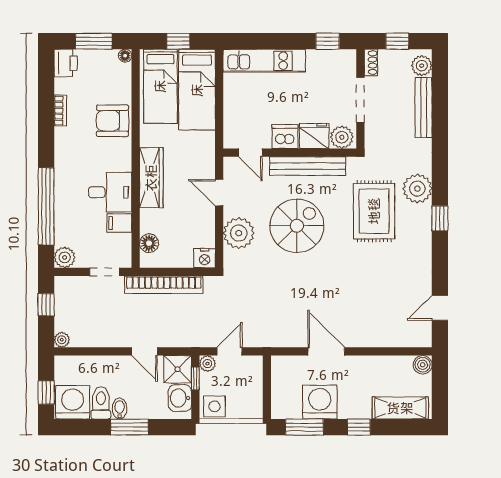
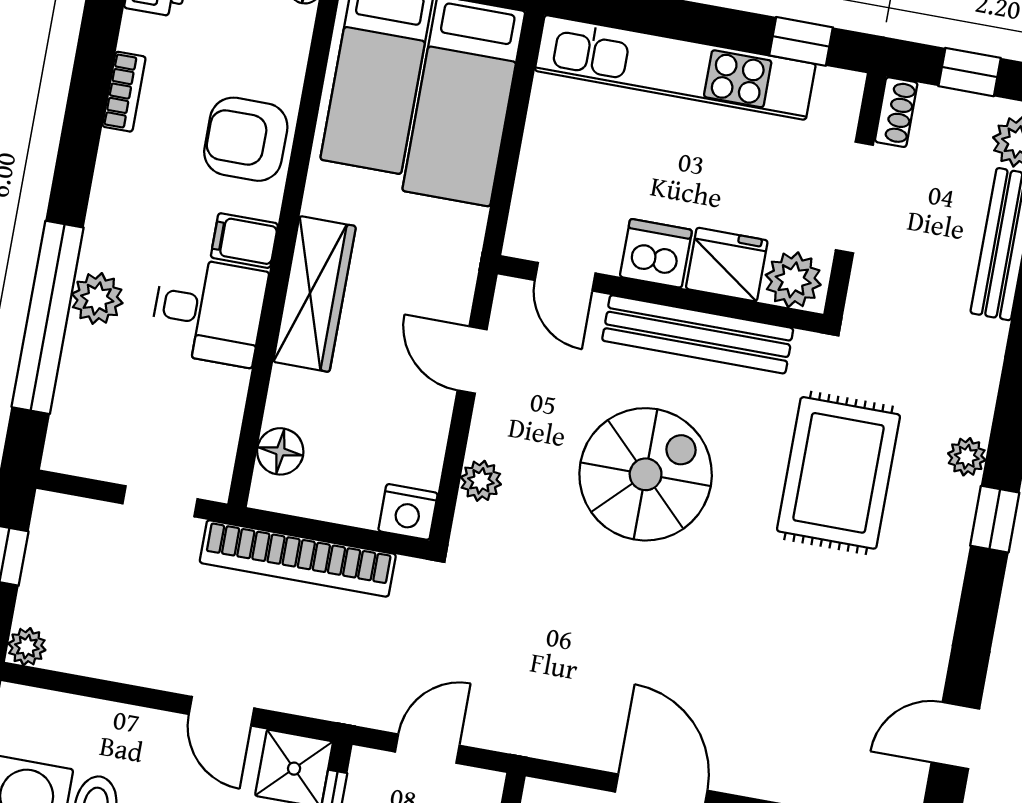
kitchen unit: (264, 61) -> (675, 67), width x1.36
plant: (417, 189) -> (967, 457), width x0.53, depth x0.53
filing cabinet: (119, 223) -> (244, 241), moved
plant: (239, 233) -> (481, 481), width x0.53, depth x0.53
plant: (65, 257) -> (97, 298), moved
plant: (207, 364) -> (369, 768), removed

